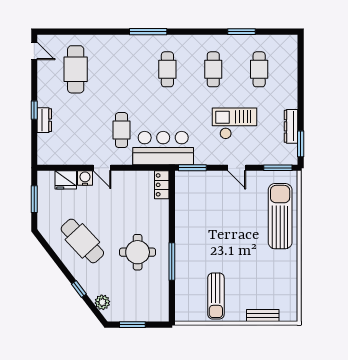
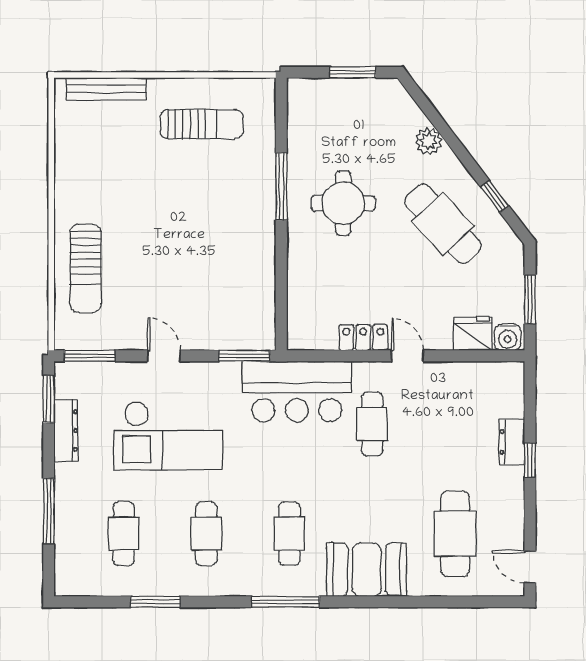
window: (148, 32) -> (285, 602), moved
booth: (125, 49) -> (367, 570), added
window: (301, 82) -> (49, 511), added
checkout: (234, 123) -> (168, 436), width x1.36, depth x1.21
water cooler: (85, 178) -> (508, 337), moved
locker: (162, 185) -> (363, 338), moved, turned -90
sun lounger: (280, 216) -> (86, 268), width x0.73, depth x0.75
window: (79, 289) -> (495, 196), moved
sun lounger: (216, 296) -> (202, 124), turned 90
plant: (102, 302) -> (429, 141), moved
bench: (263, 315) -> (106, 89), width x1.36

